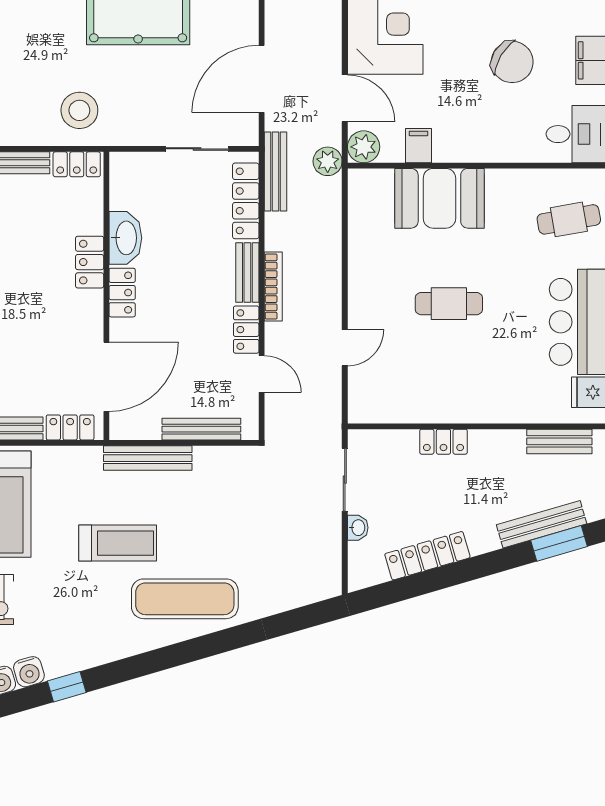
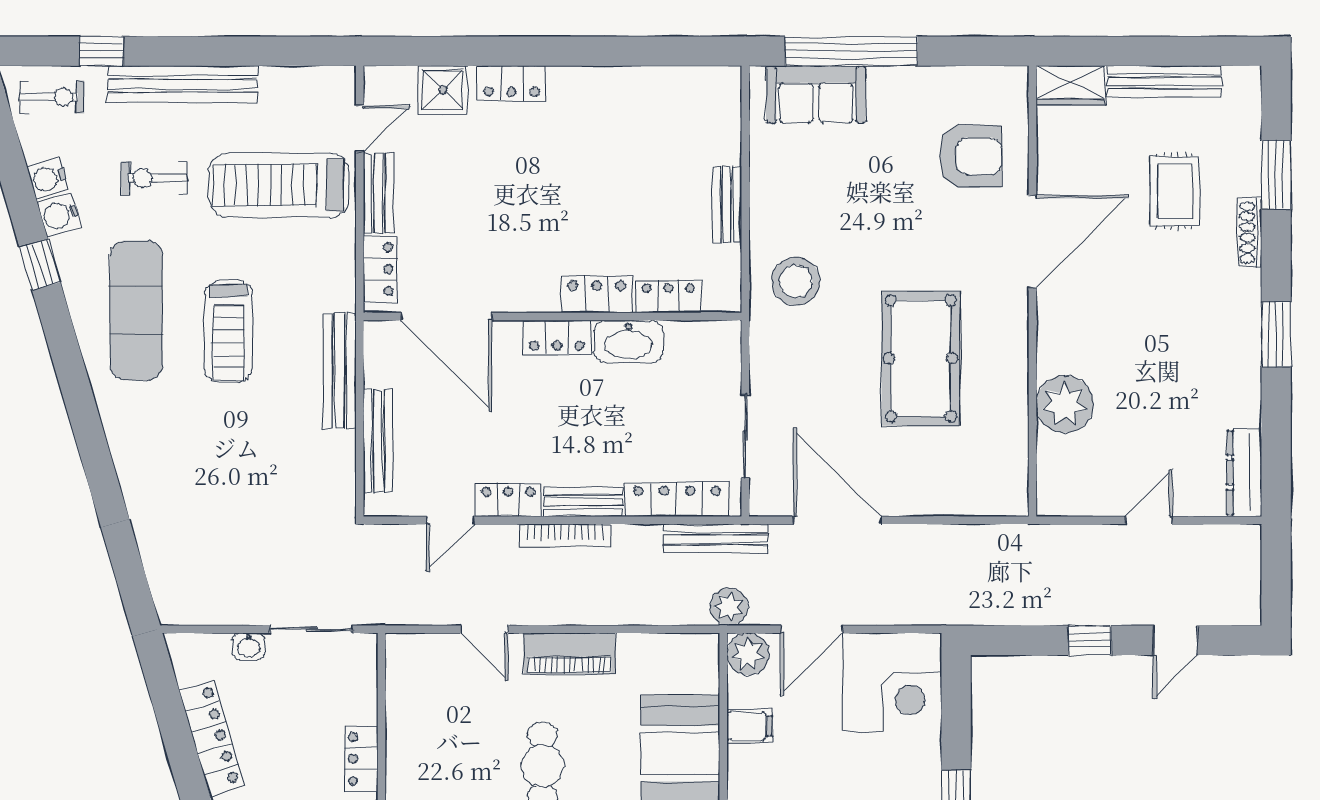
locker: (77, 164) -> (668, 296), moved, turned 90
piano: (363, 283) -> (570, 654), added
exercise mat: (185, 599) -> (136, 310), moved

